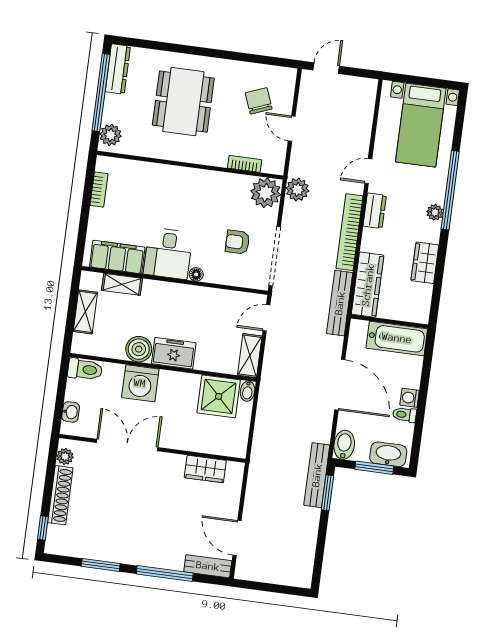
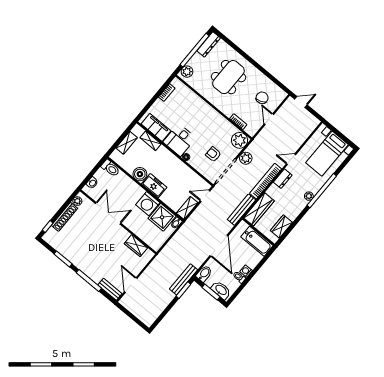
plant: (297, 190) -> (246, 158), moved
wardrobe: (425, 263) -> (281, 226), moved
washing machine: (140, 383) -> (148, 204), moved

